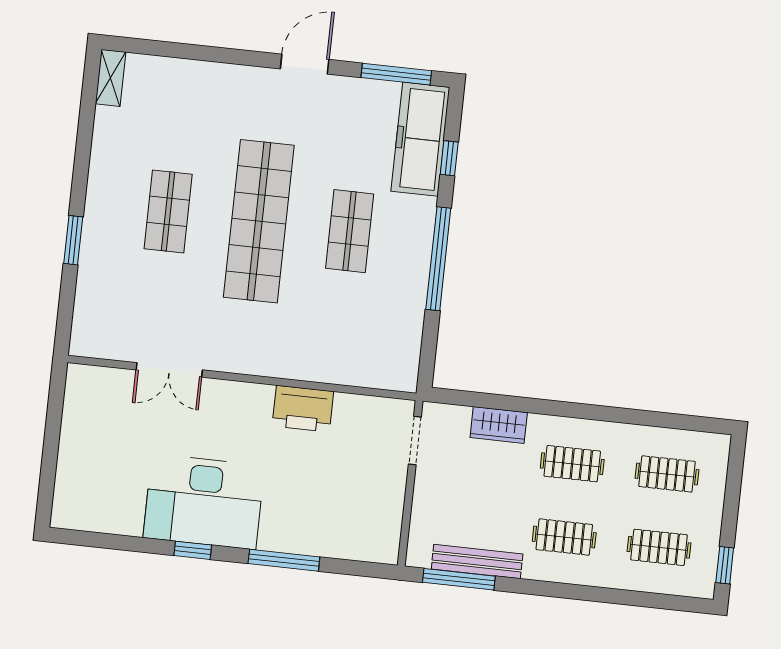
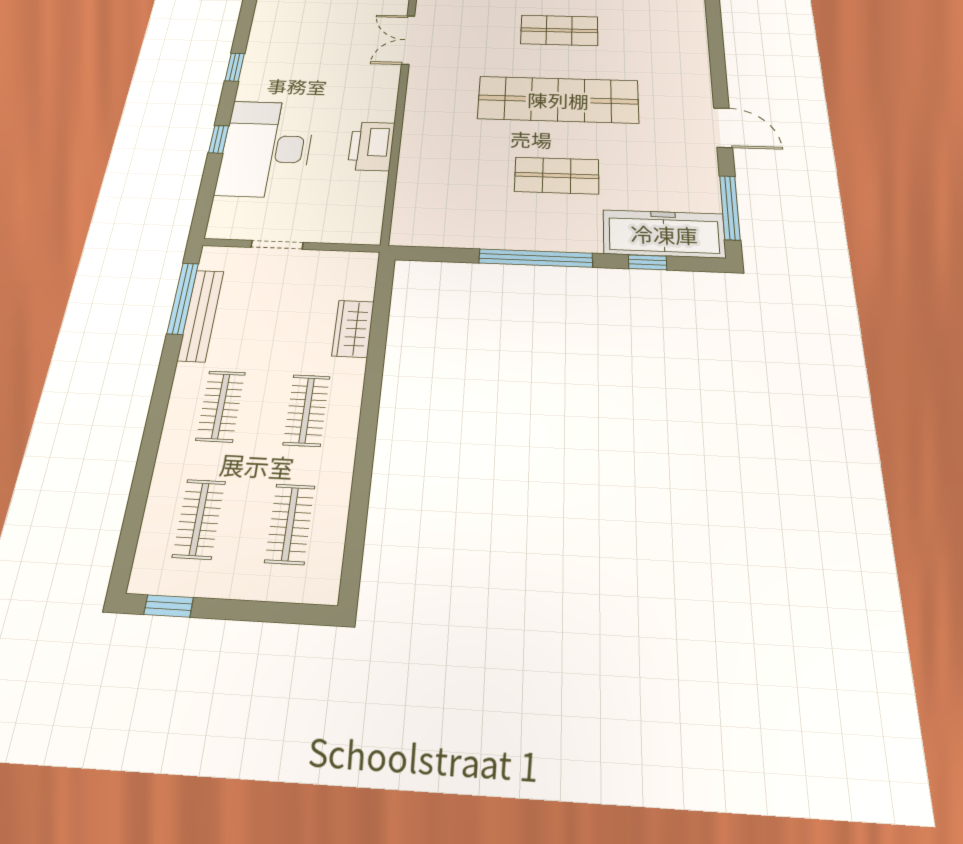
doorway: (415, 441) -> (277, 245), moved
desk: (204, 502) -> (266, 149), moved
window: (284, 560) -> (219, 139), width x0.46

